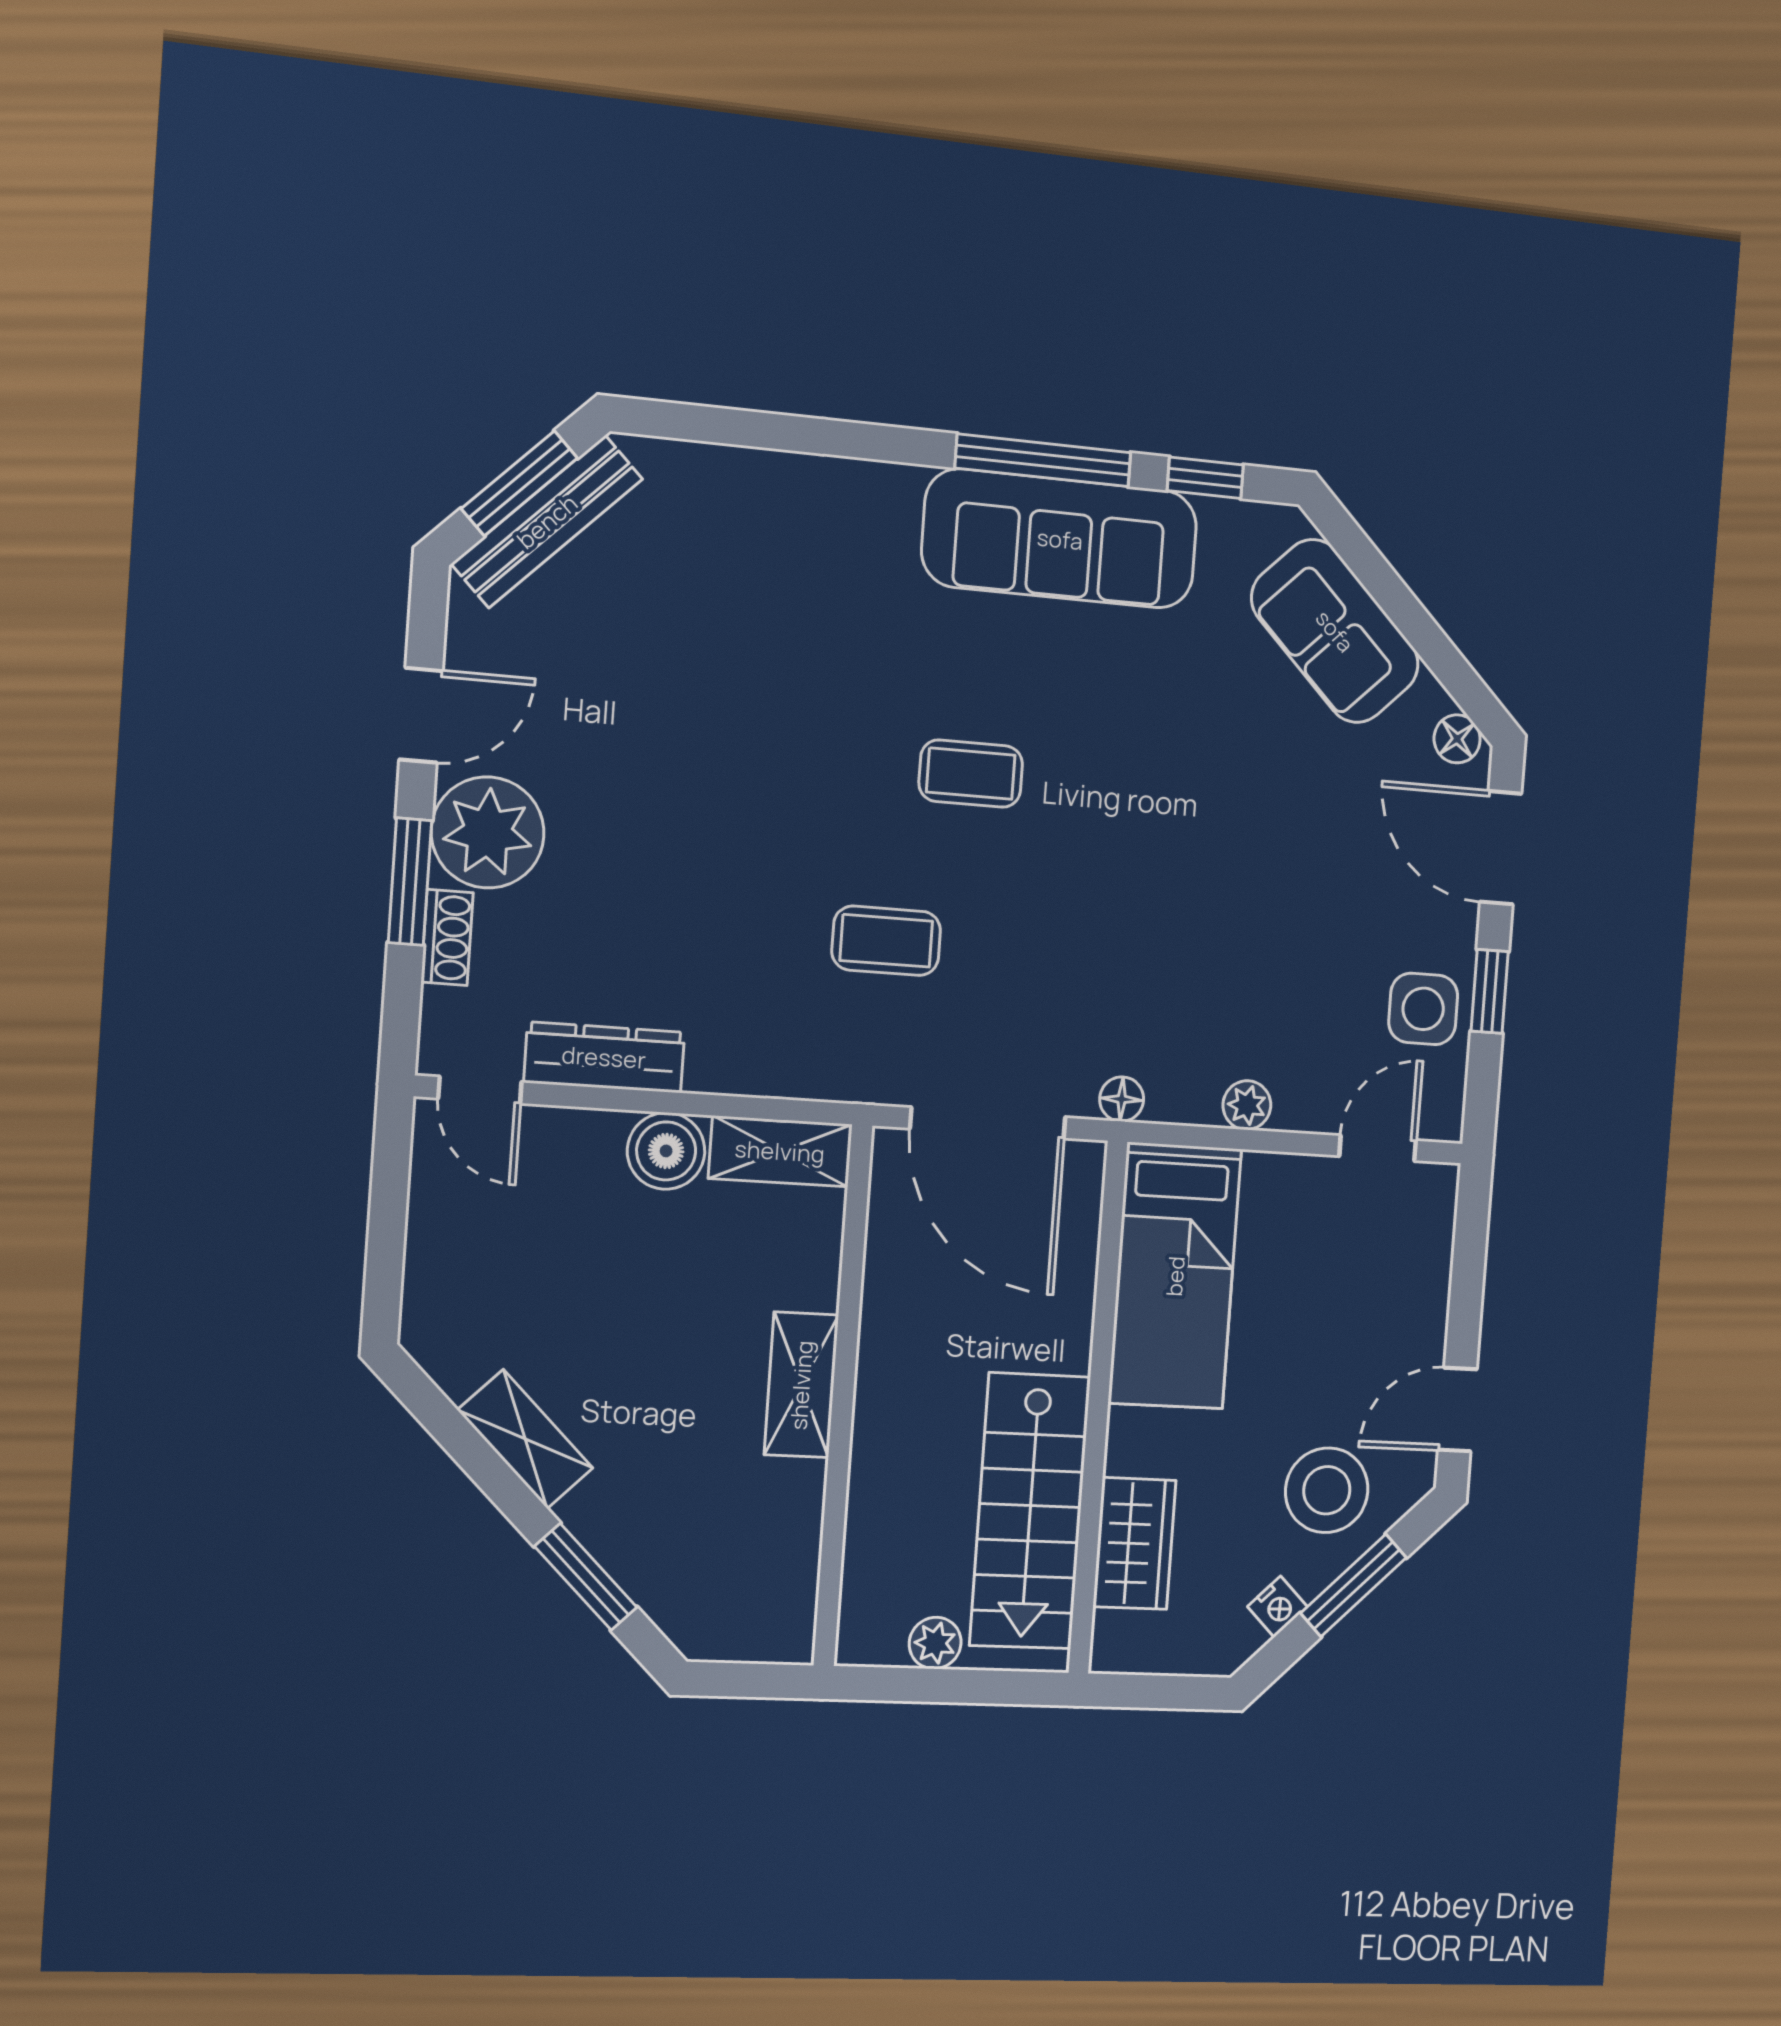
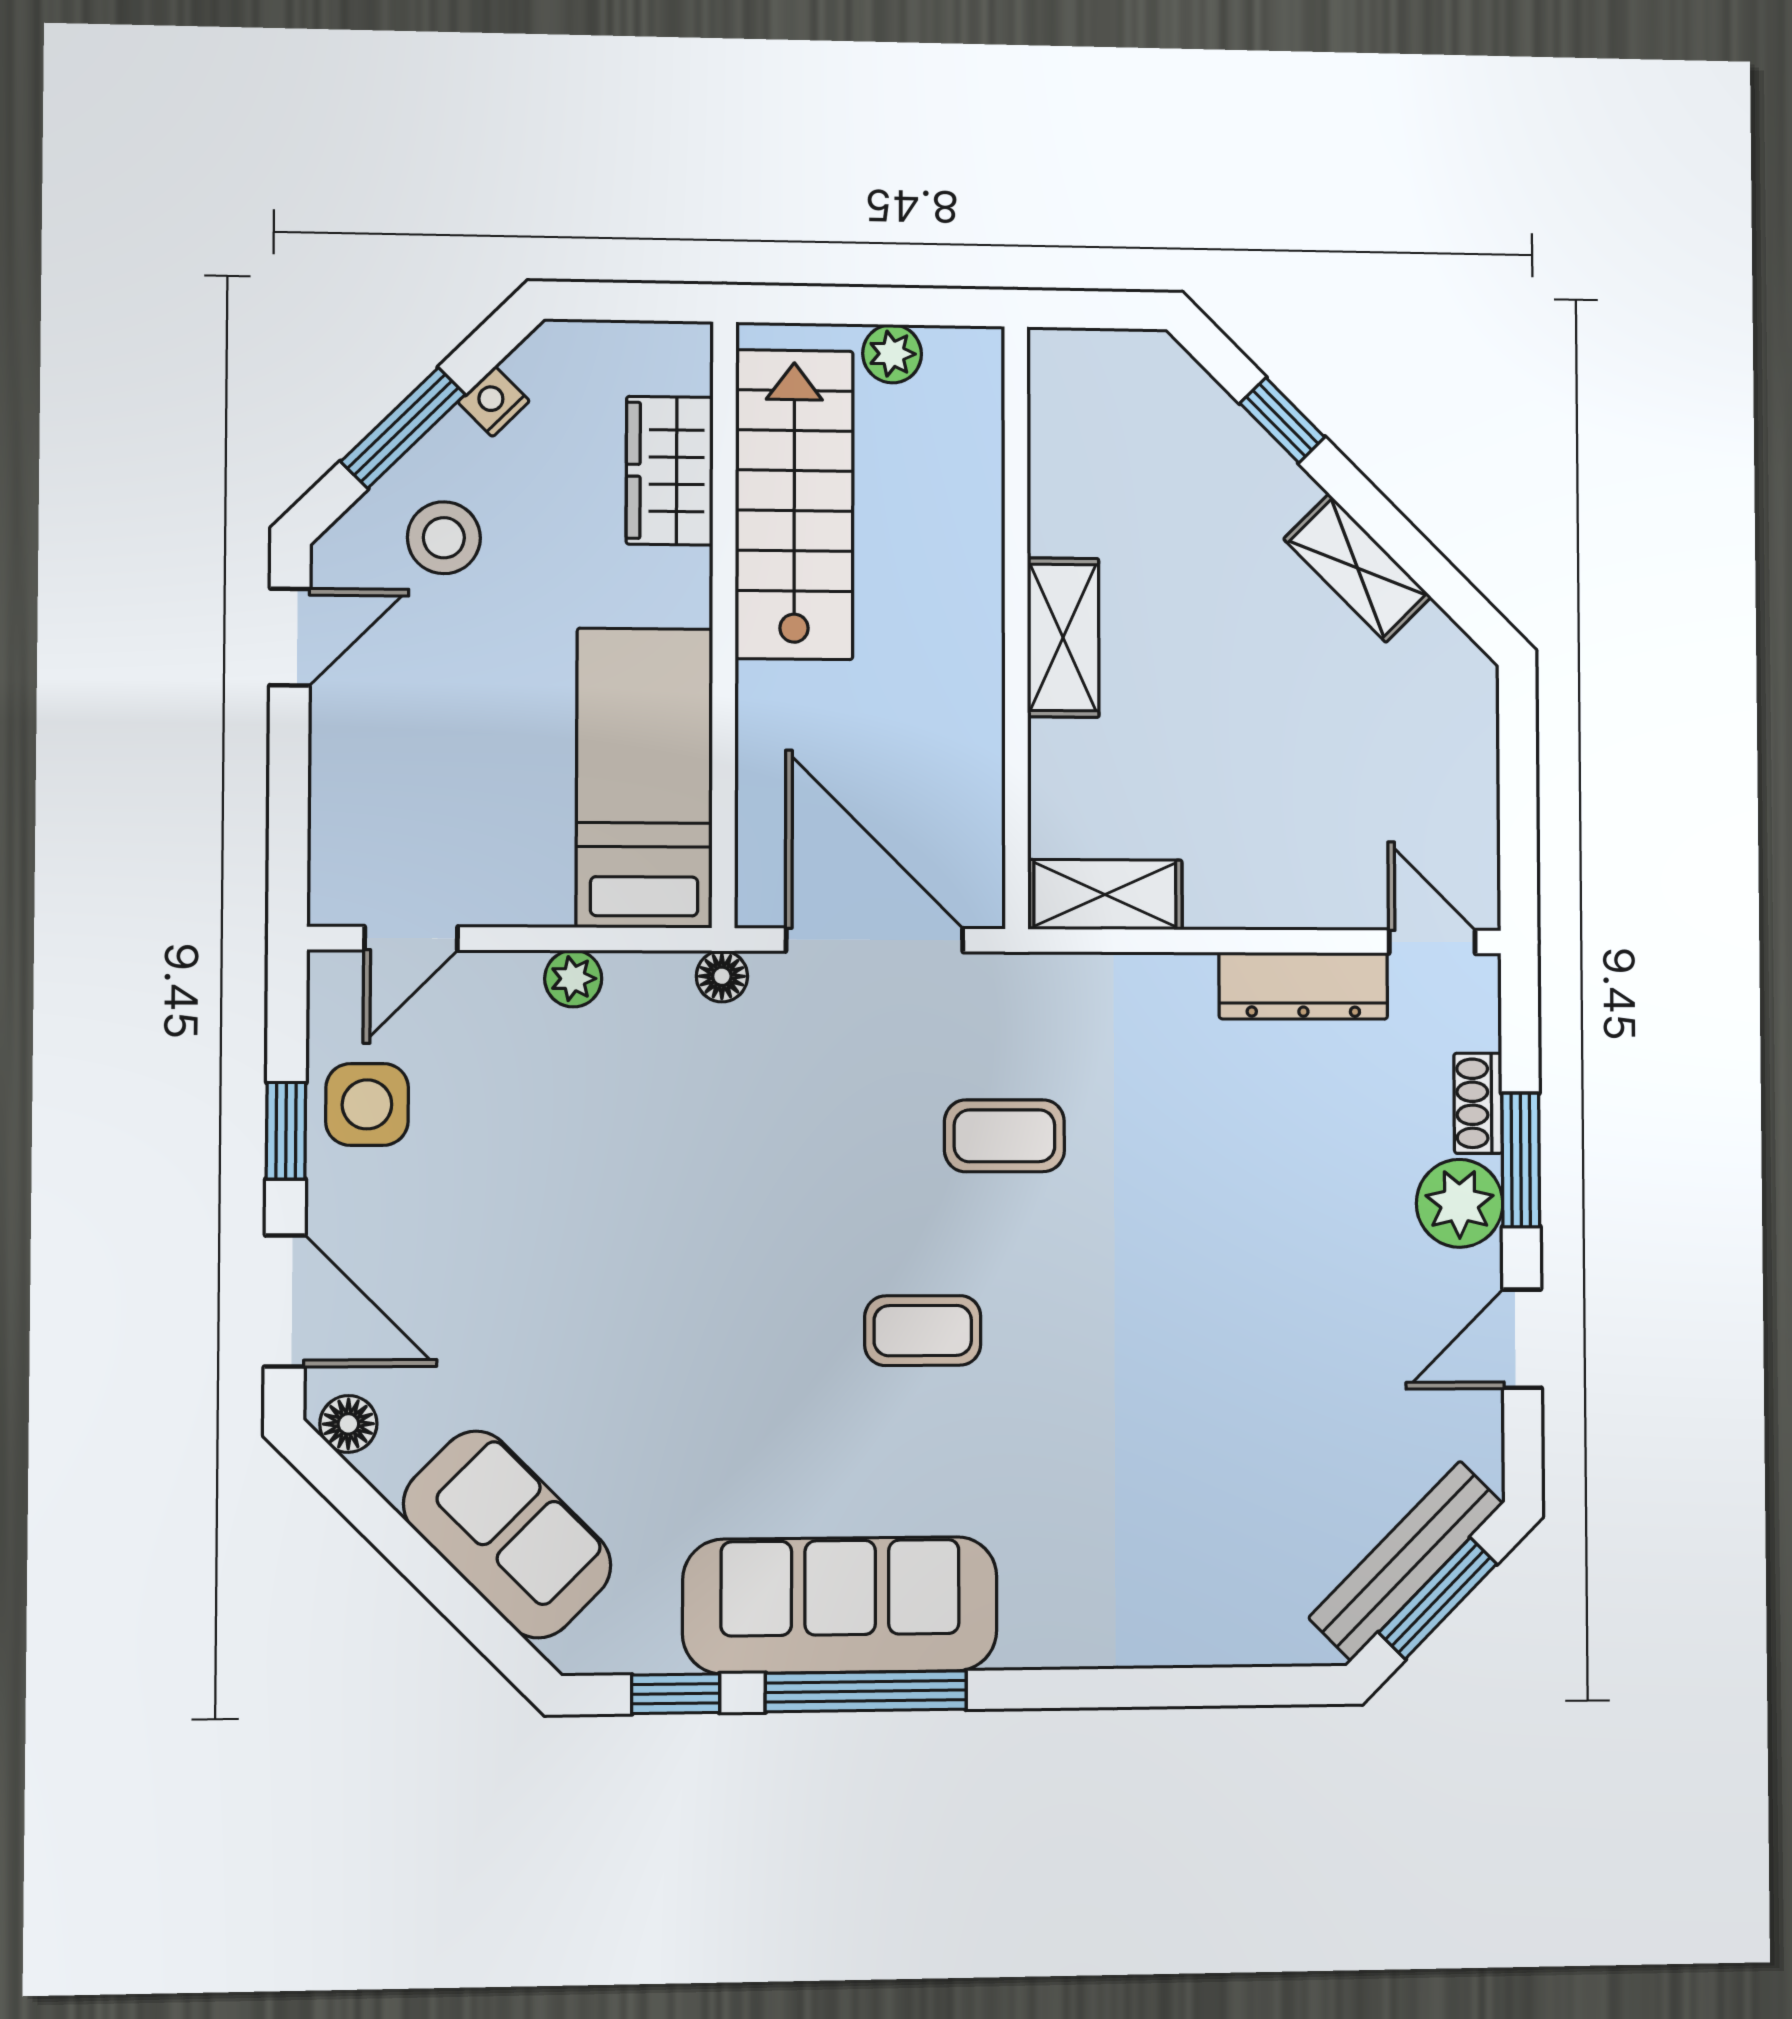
plant: (488, 832) -> (1460, 1203), width x0.73, depth x0.73
boiler: (666, 1151) -> (1230, 888), removed
stool: (1327, 1490) -> (444, 538), width x0.73, depth x0.73
window: (586, 1577) -> (1282, 420), width x0.67

